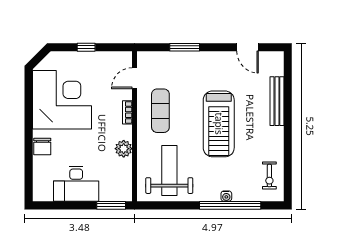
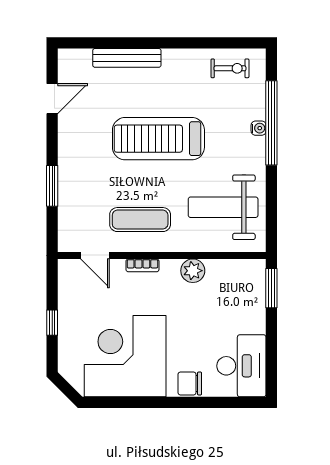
treadmill: (219, 124) -> (158, 139), turned 180
chair: (42, 147) -> (190, 383), turned 180
desk: (76, 184) -> (241, 366), moved

